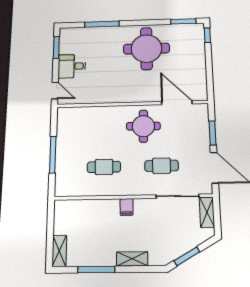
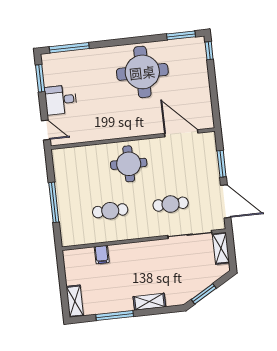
window: (102, 24) -> (69, 48), moved
round table: (143, 126) -> (129, 164), moved
filing cabinet: (127, 207) -> (102, 255), moved

